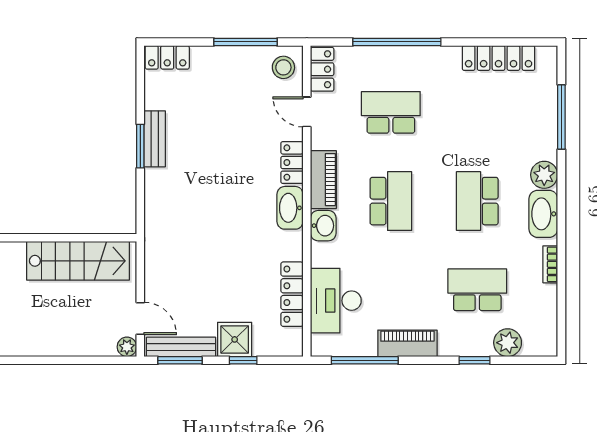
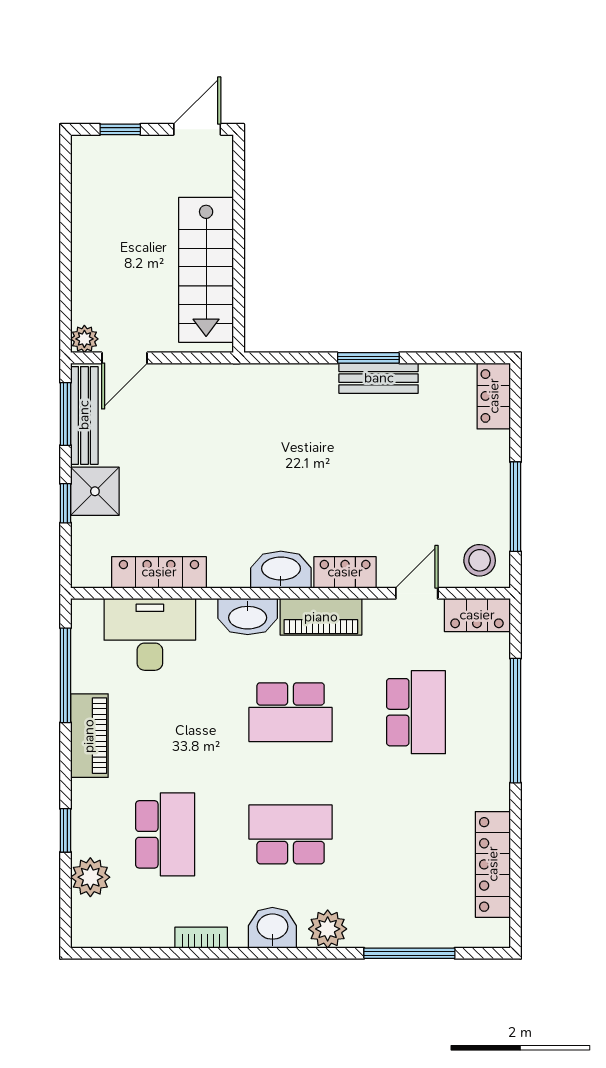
washbasin: (543, 214) -> (272, 928), width x0.72
washbasin: (323, 226) -> (248, 617), width x1.38

